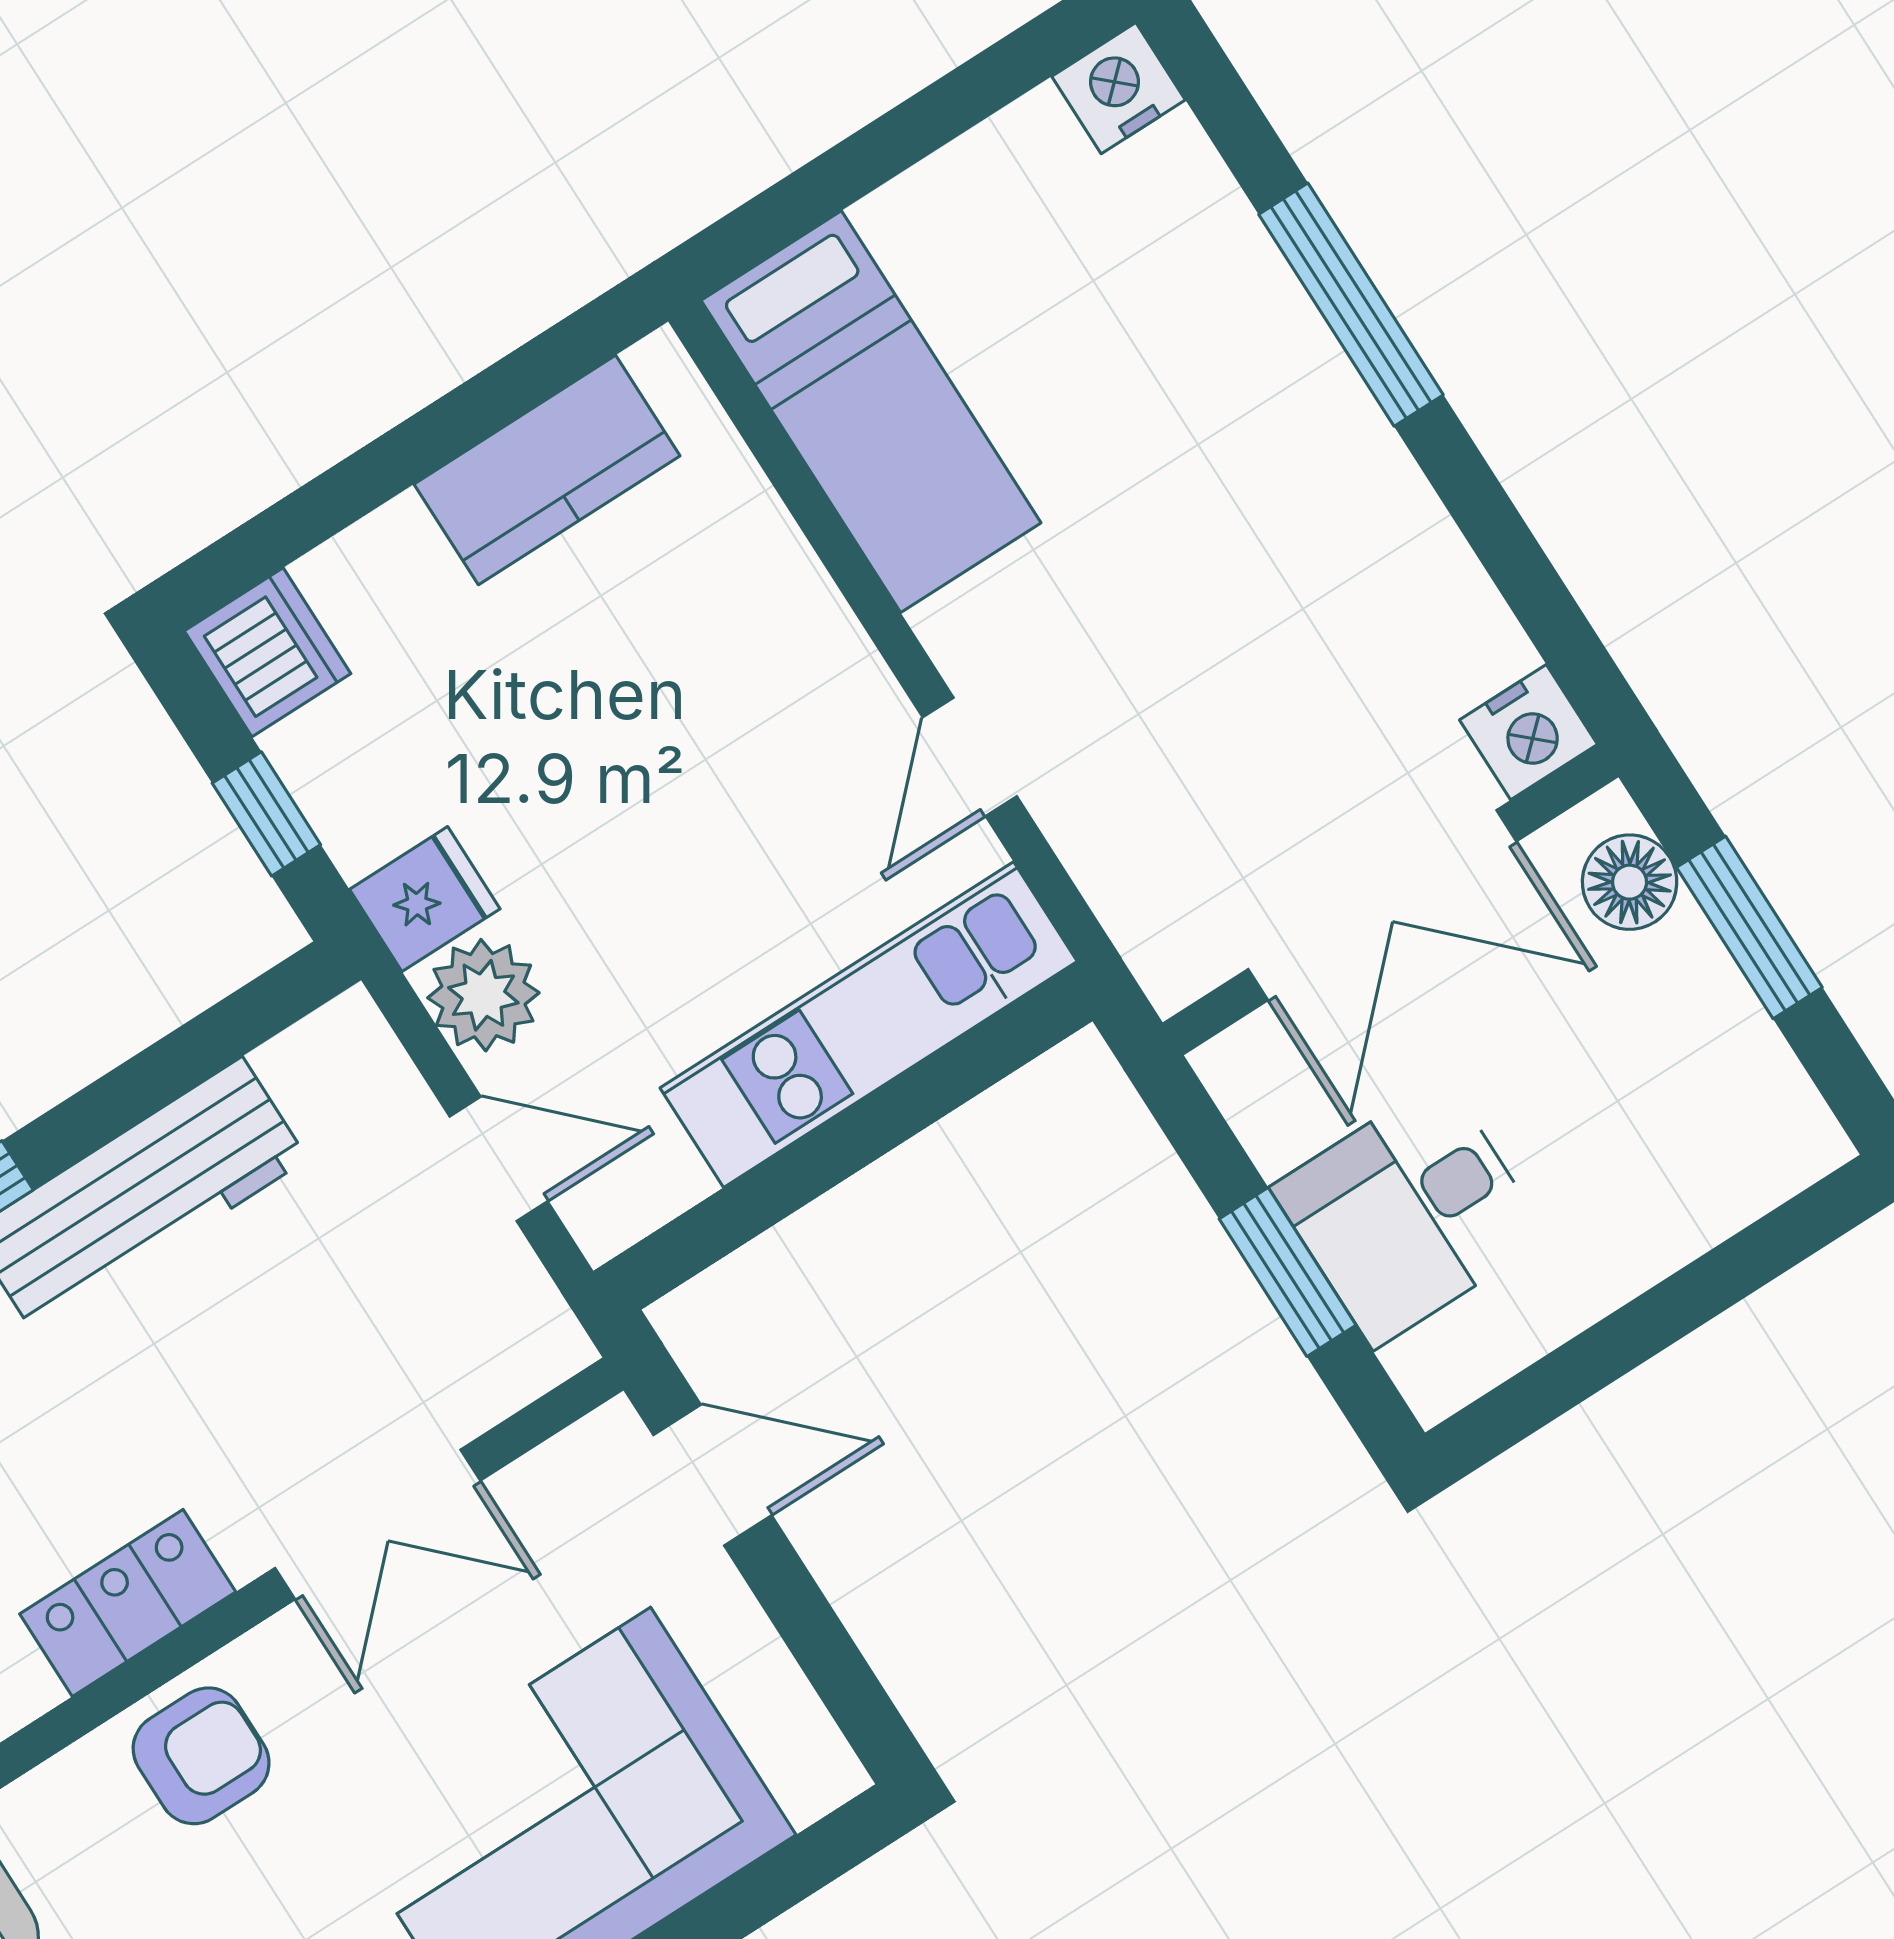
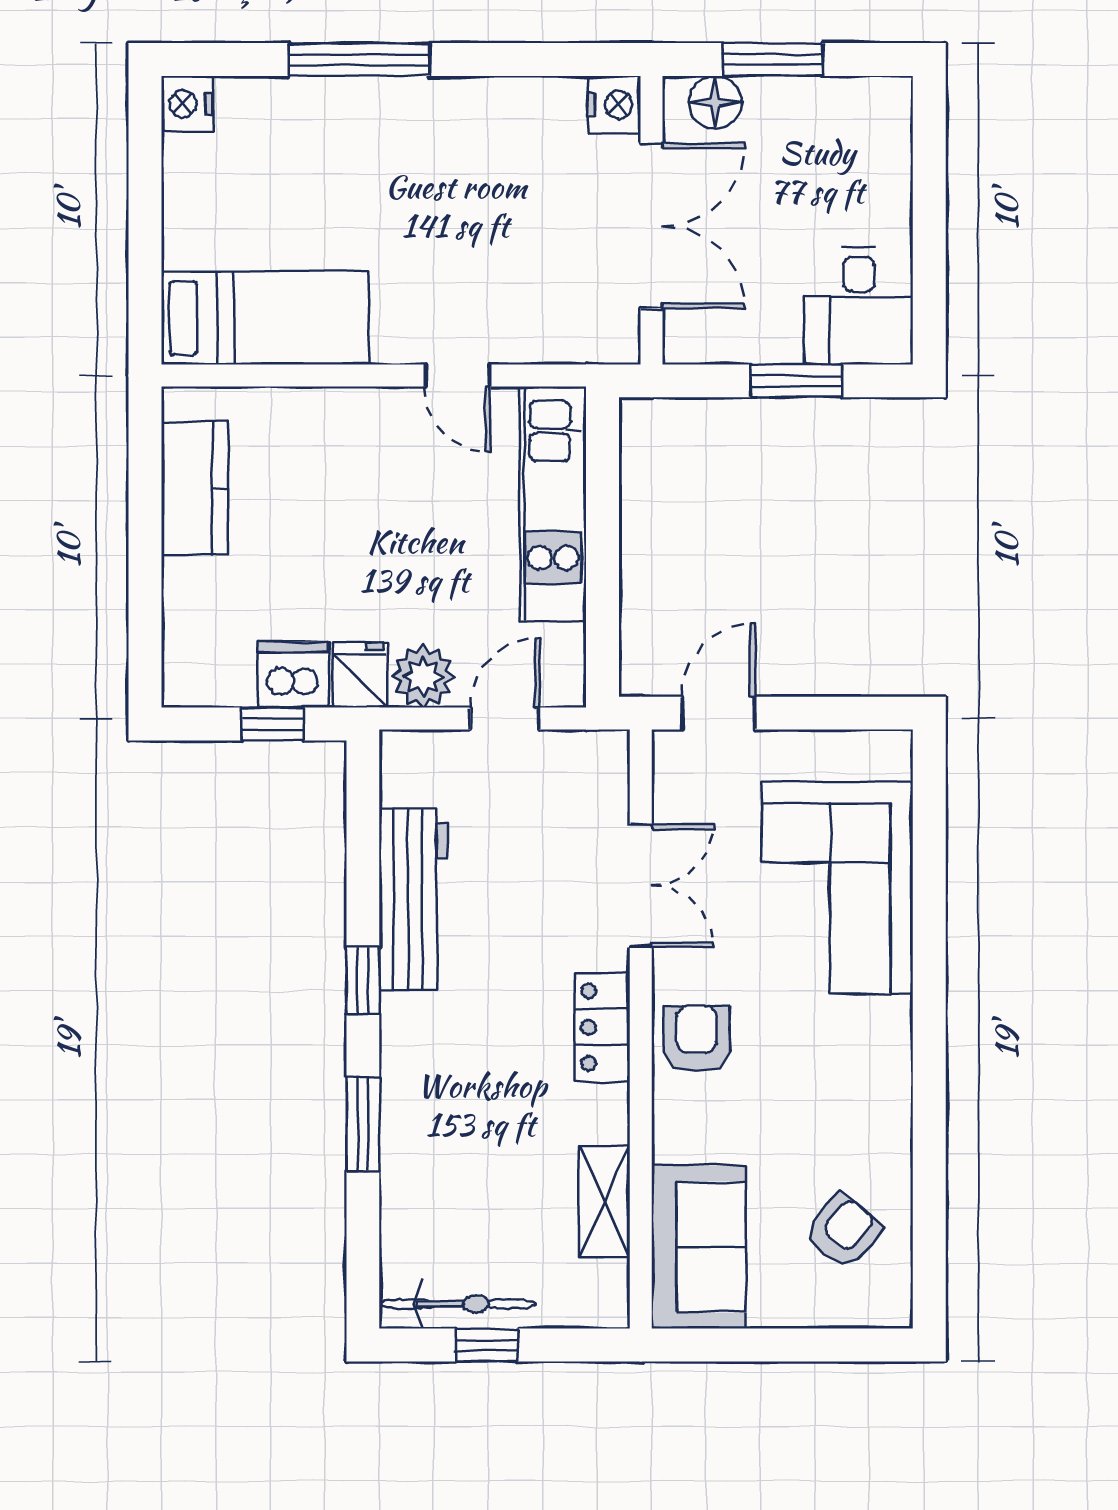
dishwasher: (268, 652) -> (293, 675), moved
desk: (1409, 1213) -> (859, 306), moved

